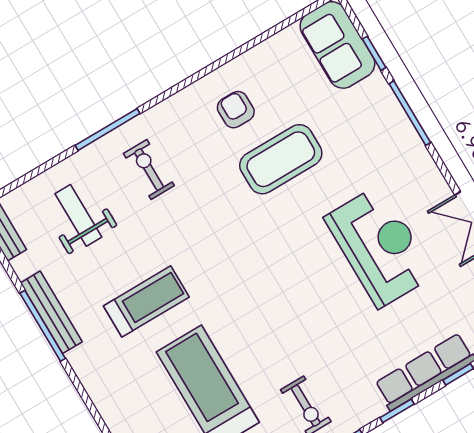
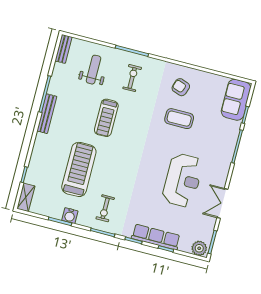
armchair: (236, 110) -> (181, 87), turned -71
coffee table: (281, 159) -> (179, 119), width x0.73, depth x0.76
treadmill: (146, 301) -> (106, 118), moved, turned 90
bench: (51, 312) -> (47, 114), moved

